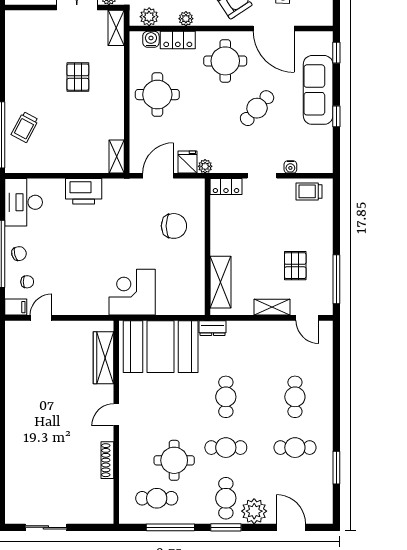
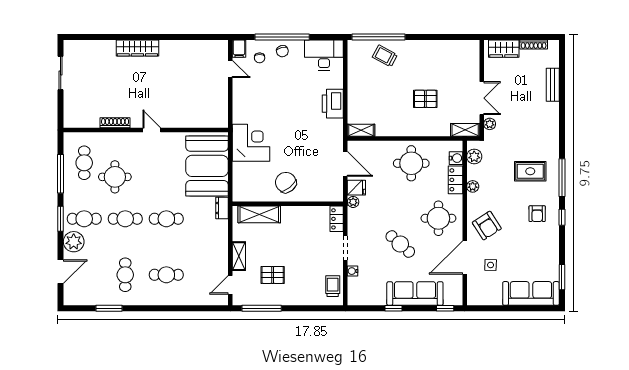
chair: (174, 226) -> (286, 182), moved, turned 141
wardrobe: (104, 358) -> (137, 48), moved, turned 180
cafe table: (226, 448) -> (125, 219), turned 90

